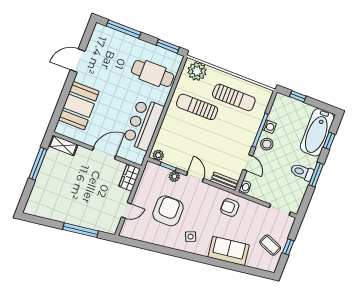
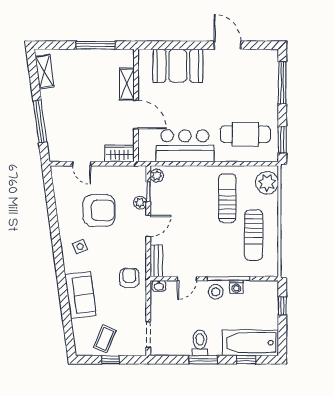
cafe table: (153, 74) -> (245, 134), turned 90
shelving: (63, 145) -> (127, 84), moved
shelving: (43, 212) -> (45, 72), added

